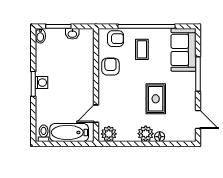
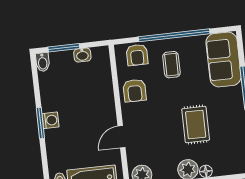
armchair: (116, 39) -> (137, 55), turned 90
armchair: (110, 67) -> (135, 91), turned 180
door: (96, 114) -> (121, 137), moved

